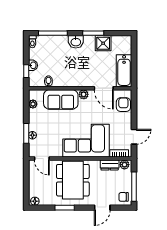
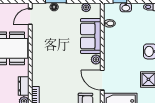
door: (104, 88) -> (102, 80), hinge flipped
corner sofa: (86, 141) -> (49, 62), removed

